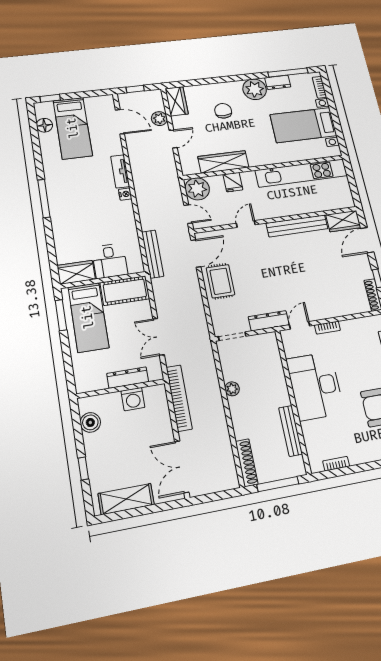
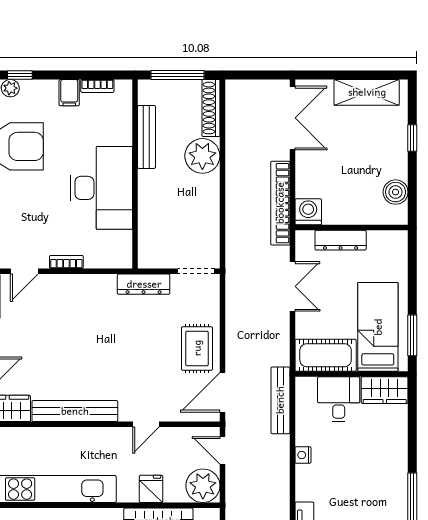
nightstand: (125, 194) -> (303, 455), moved
door: (300, 325) -> (24, 271), moved
plant: (232, 389) -> (202, 156), moved, width x1.87, depth x1.87
washing machine: (133, 399) -> (308, 212), moved
filing cabinet: (356, 454) -> (69, 93), added

